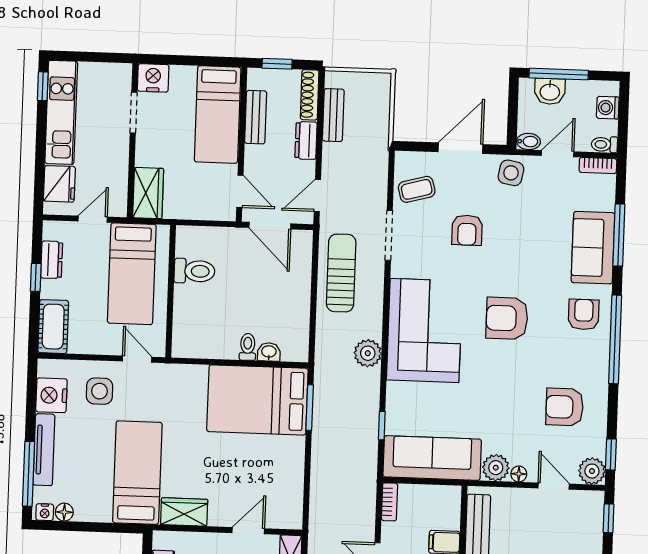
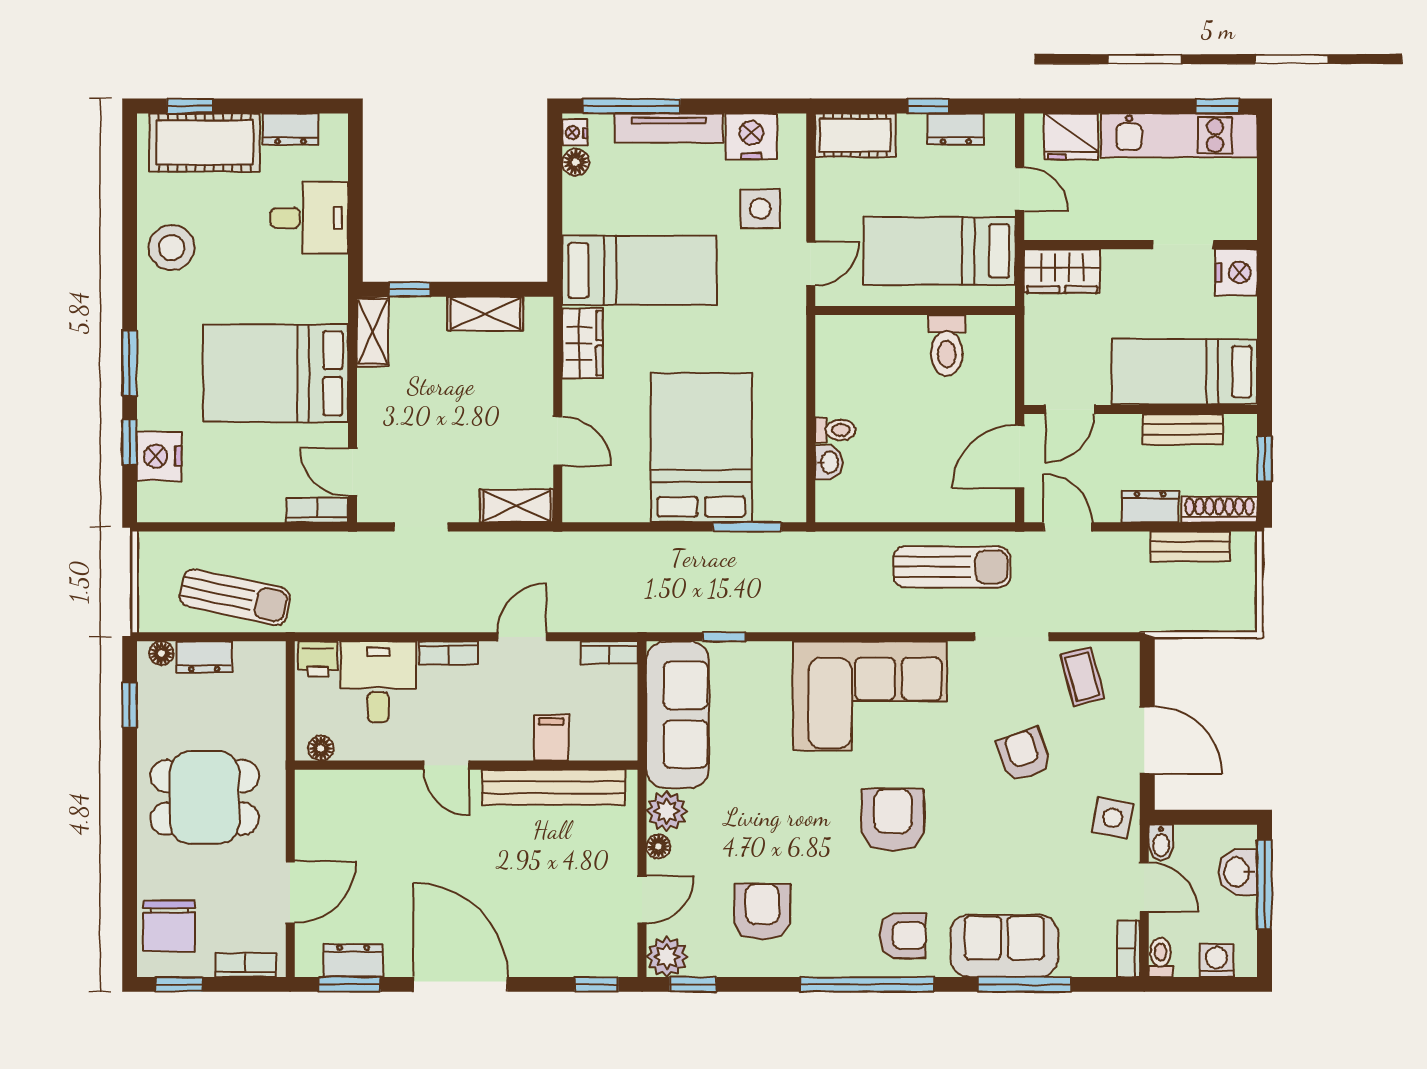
armchair: (467, 230) -> (1024, 755), turned 71
plant: (368, 353) -> (832, 612), removed
bed: (257, 400) -> (701, 448), moved

